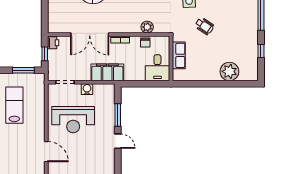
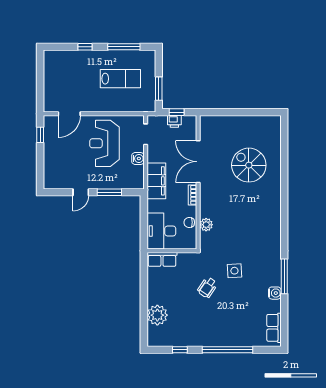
printer: (53, 43) -> (174, 121), moved
row of seats: (179, 55) -> (162, 259), moved
desk: (157, 68) -> (161, 231), width x1.37

